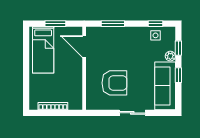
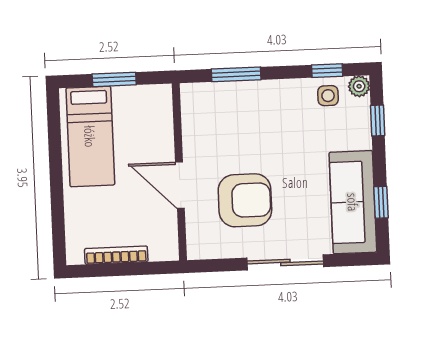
door: (84, 46) -> (180, 185), moved
plant: (170, 56) -> (359, 86), moved
window: (178, 75) -> (381, 202), moved
sliding door: (132, 113) -> (285, 262), width x1.37

